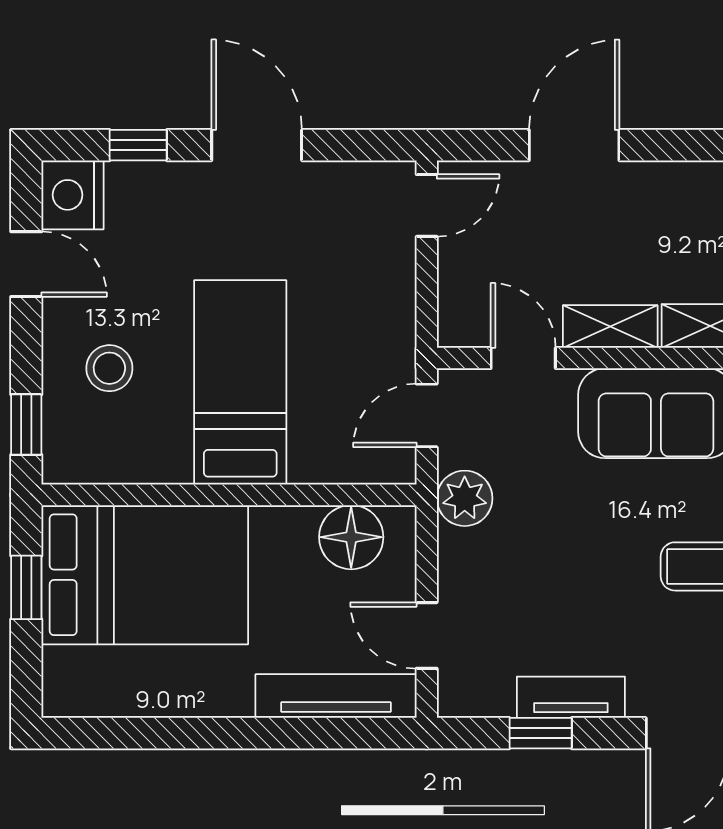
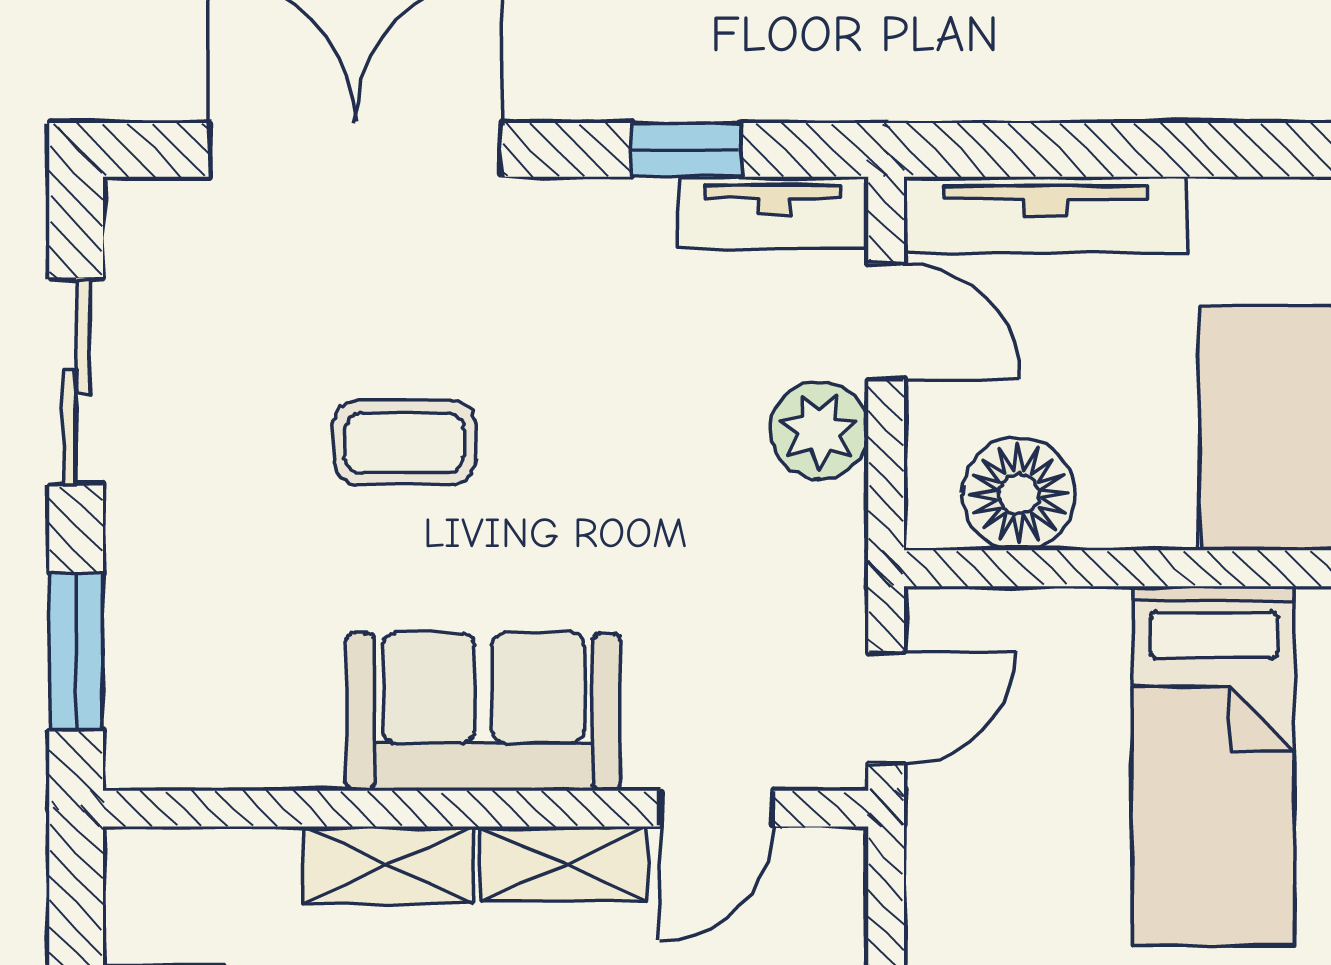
door: (523, 358) -> (717, 809), hinge flipped
plant: (465, 498) -> (819, 431), moved
tv unit: (571, 697) -> (773, 213), moved

